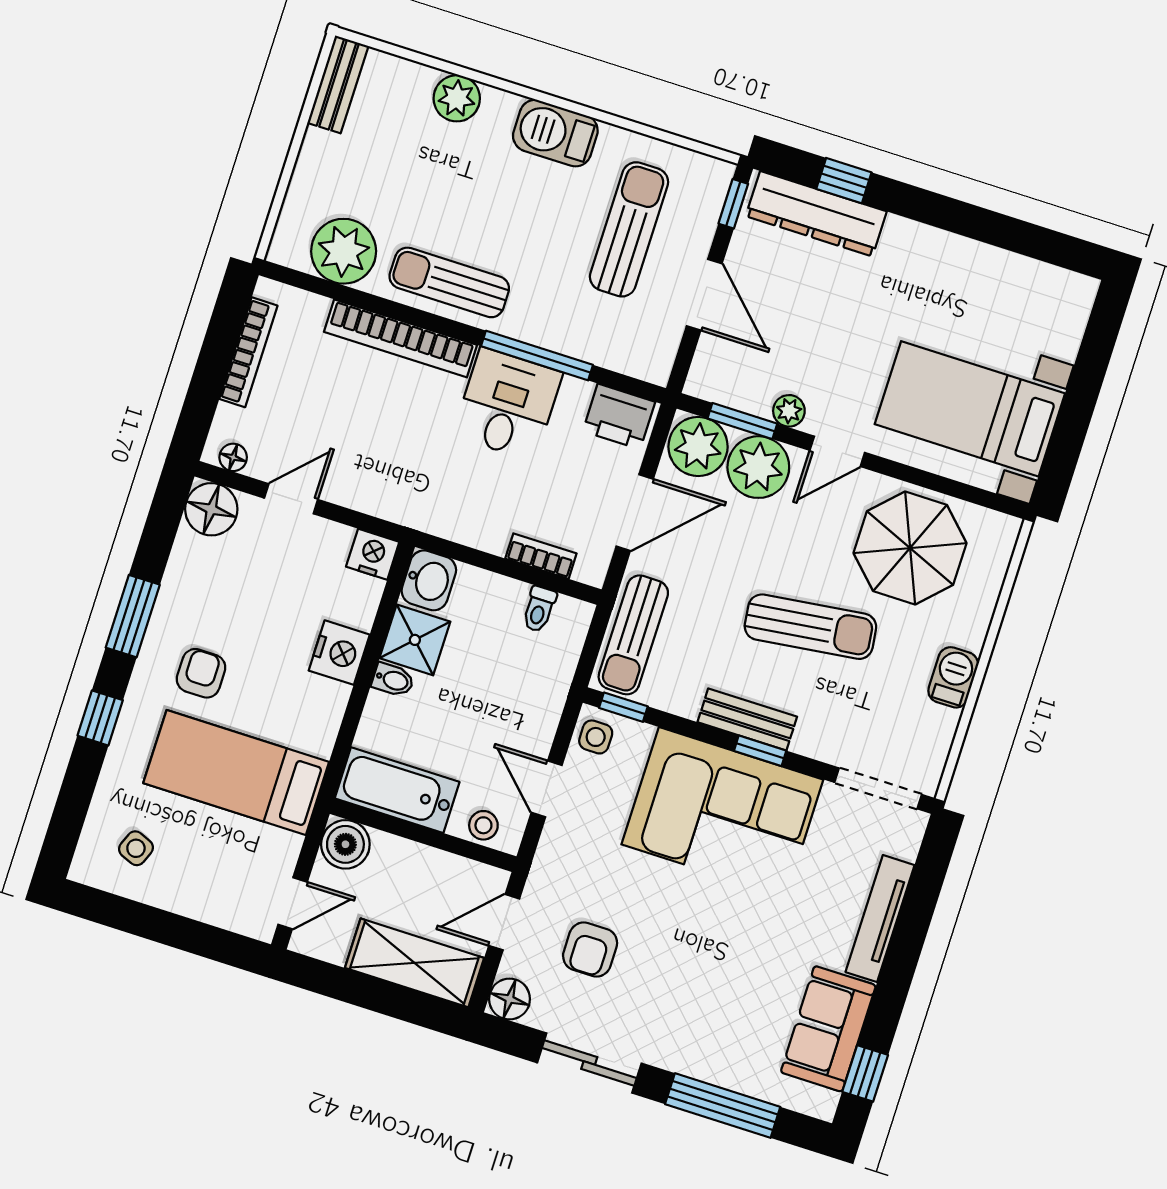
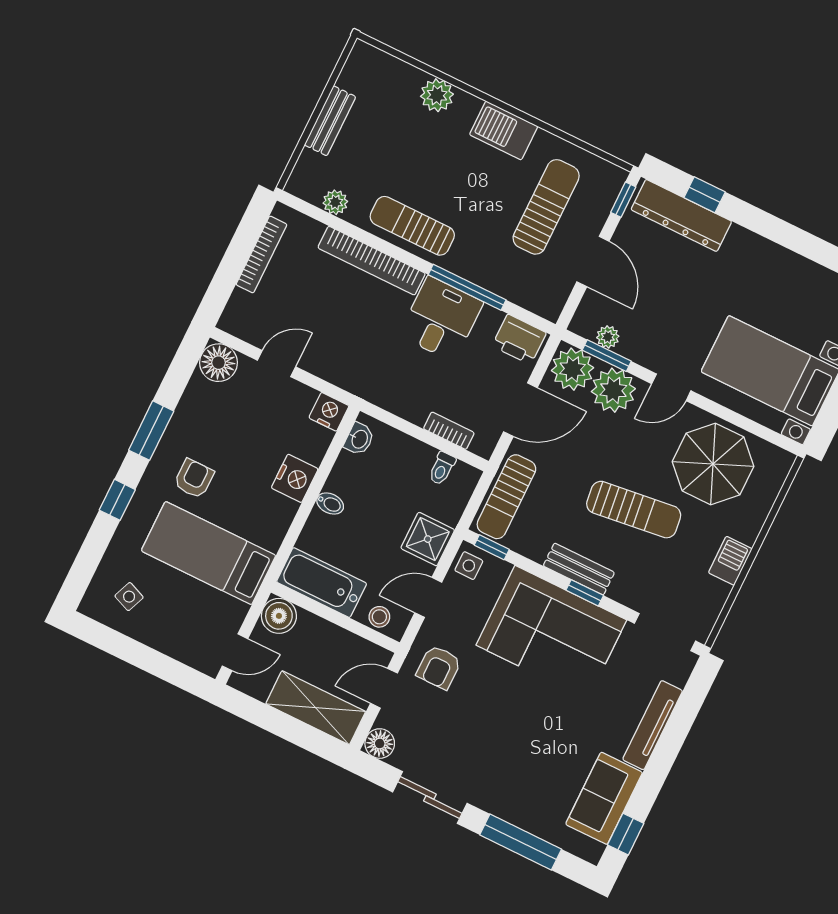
bench: (338, 84) -> (330, 121), moved
plant: (344, 251) -> (335, 202), width x0.53, depth x0.53
plant: (789, 411) -> (608, 337), moved
floor lamp: (233, 457) -> (240, 328), removed
washbasin: (429, 580) -> (359, 439), width x0.72, depth x0.69
shower: (415, 640) -> (428, 539), moved
door: (547, 789) -> (428, 597), hinge flipped
armchair: (590, 950) -> (439, 667), moved

